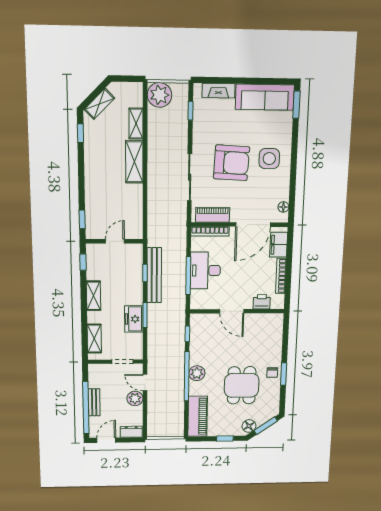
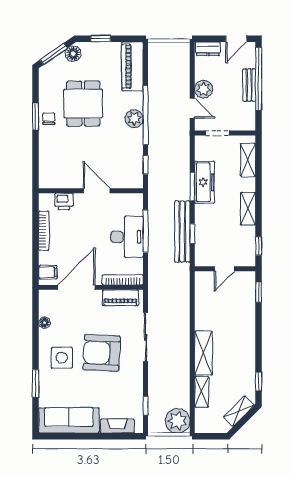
window: (296, 105) -> (36, 383), moved
floor lamp: (283, 207) -> (44, 323), moved
filing cabinet: (279, 245) -> (48, 272), width x0.50
freezer: (134, 319) -> (205, 182), width x1.40

